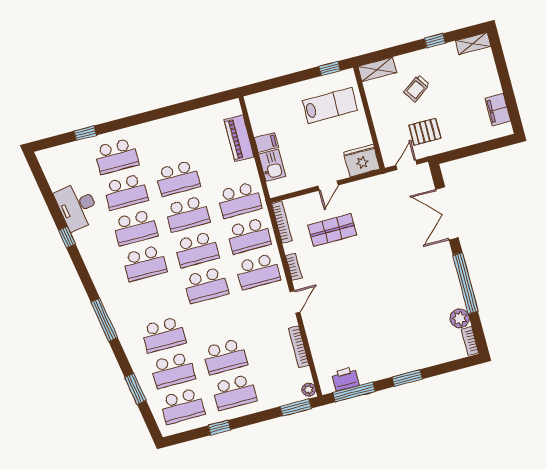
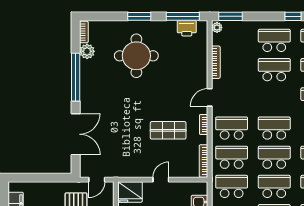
shop shelf: (332, 230) -> (168, 130), moved
round table: (398, 329) -> (136, 56), added

